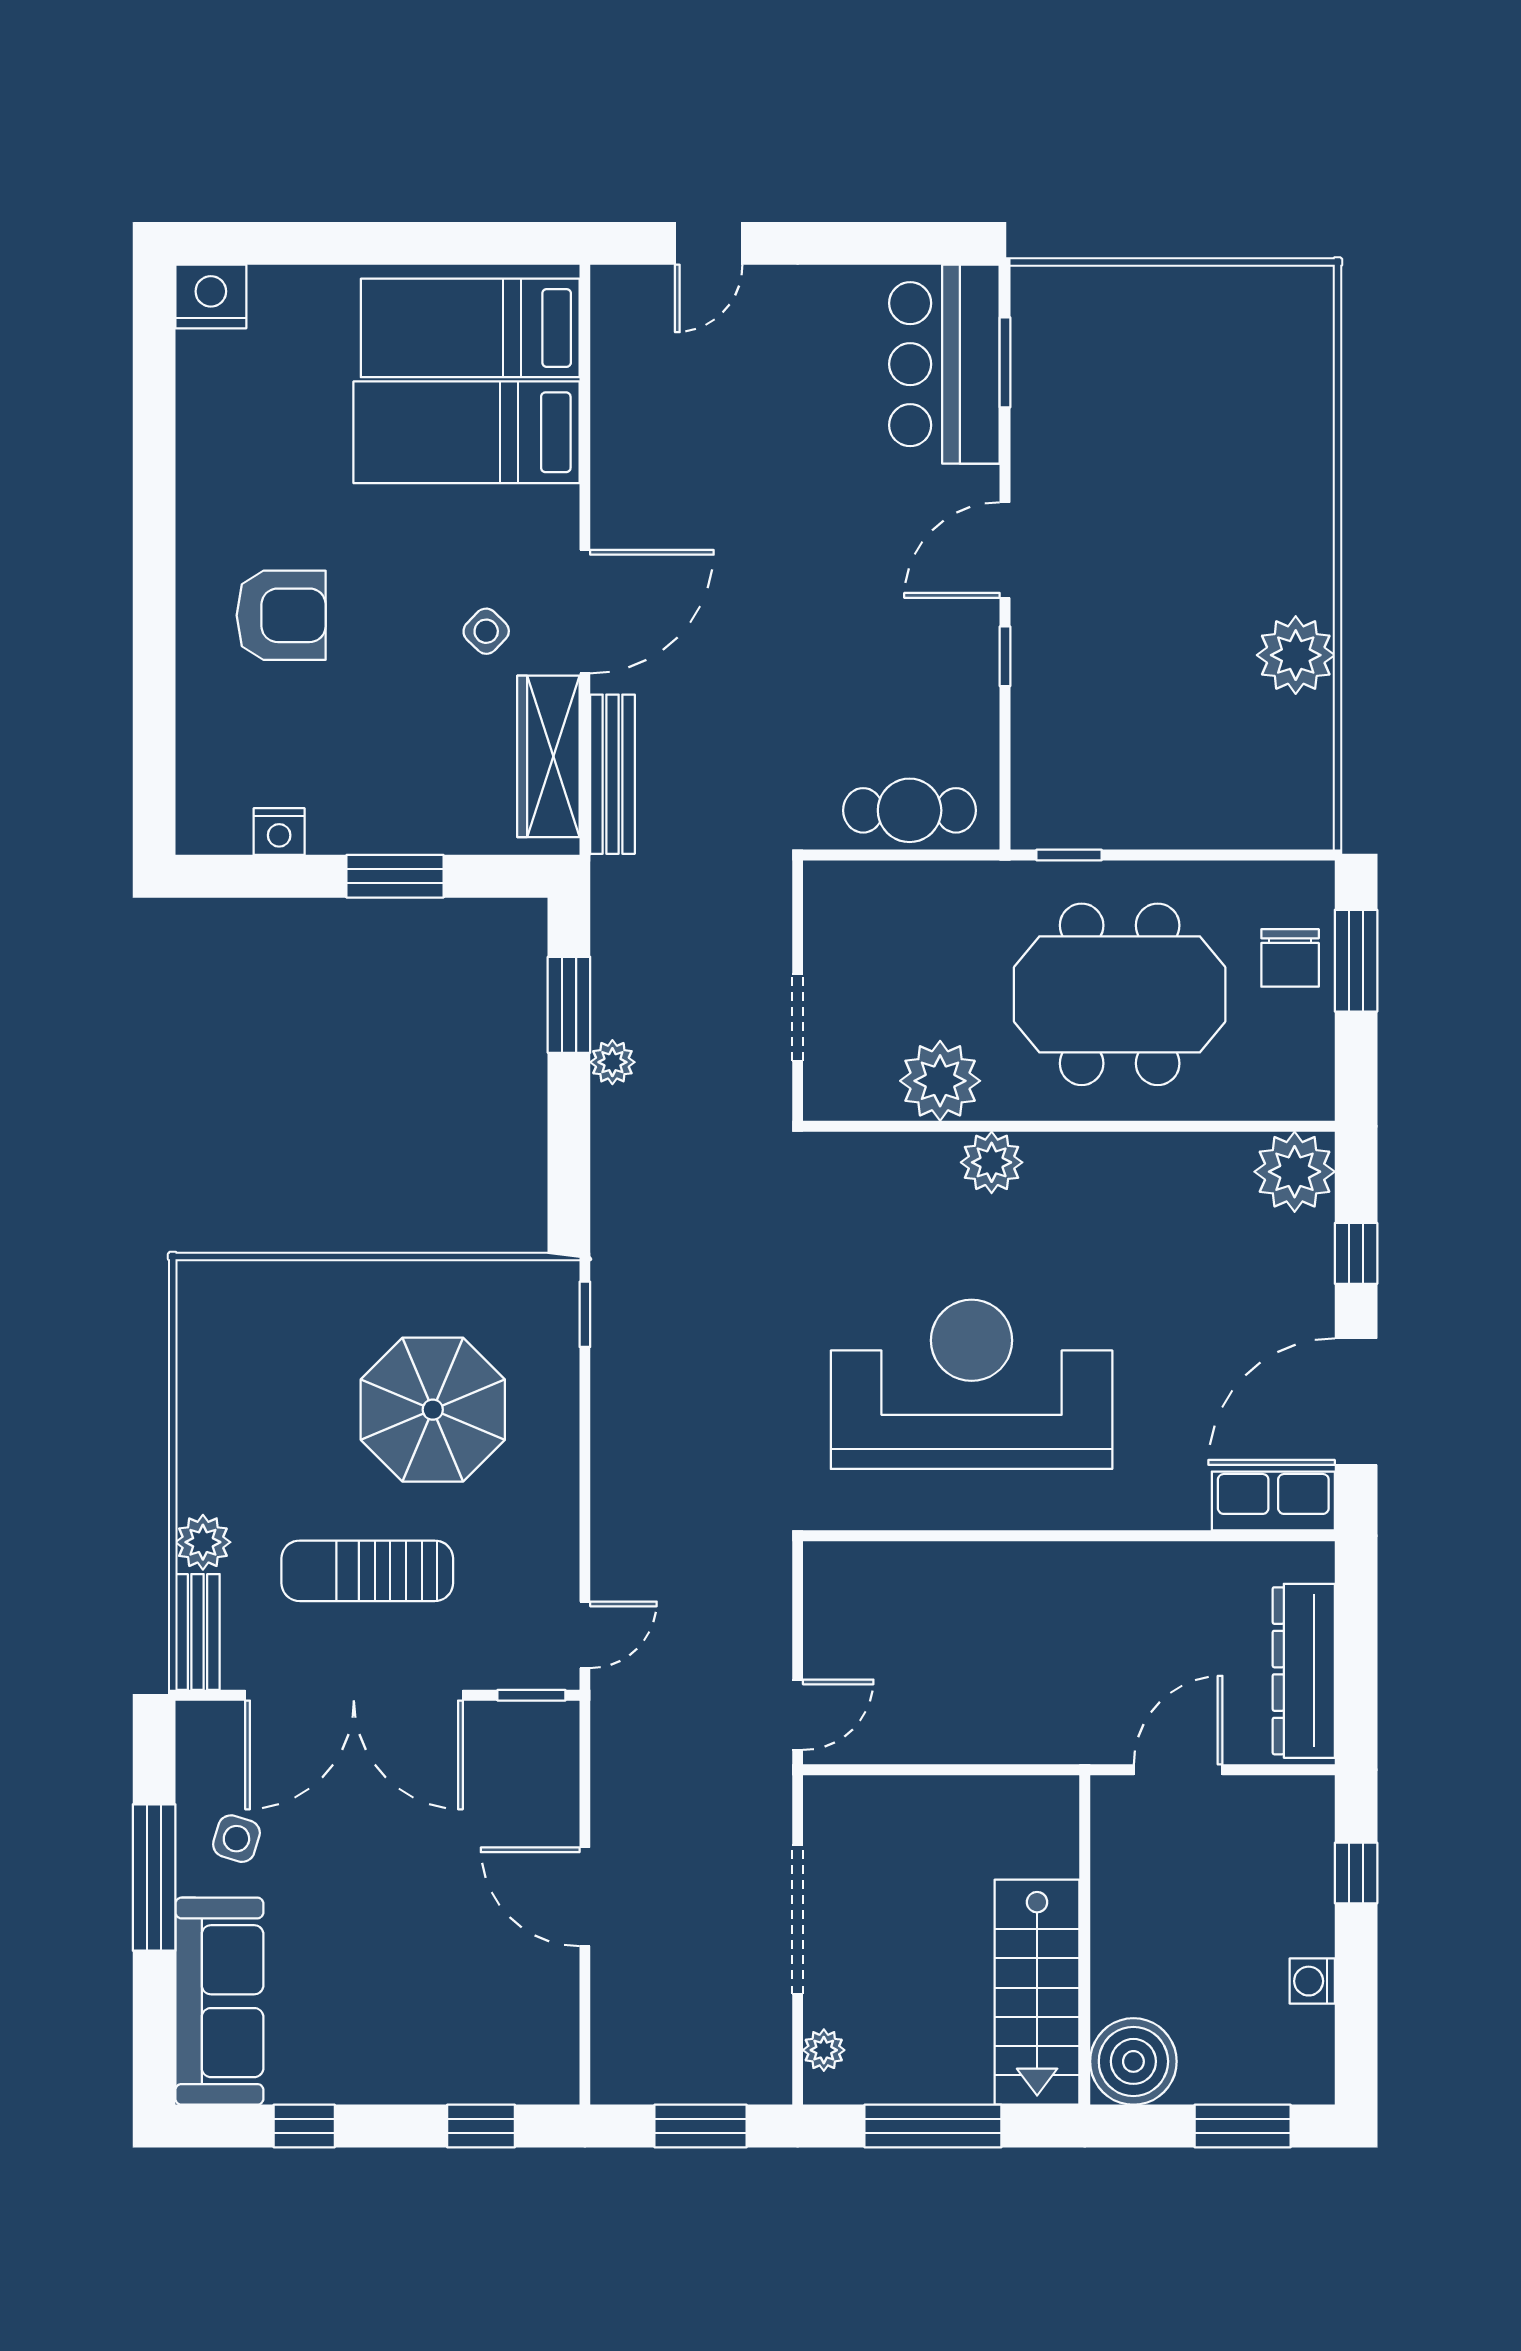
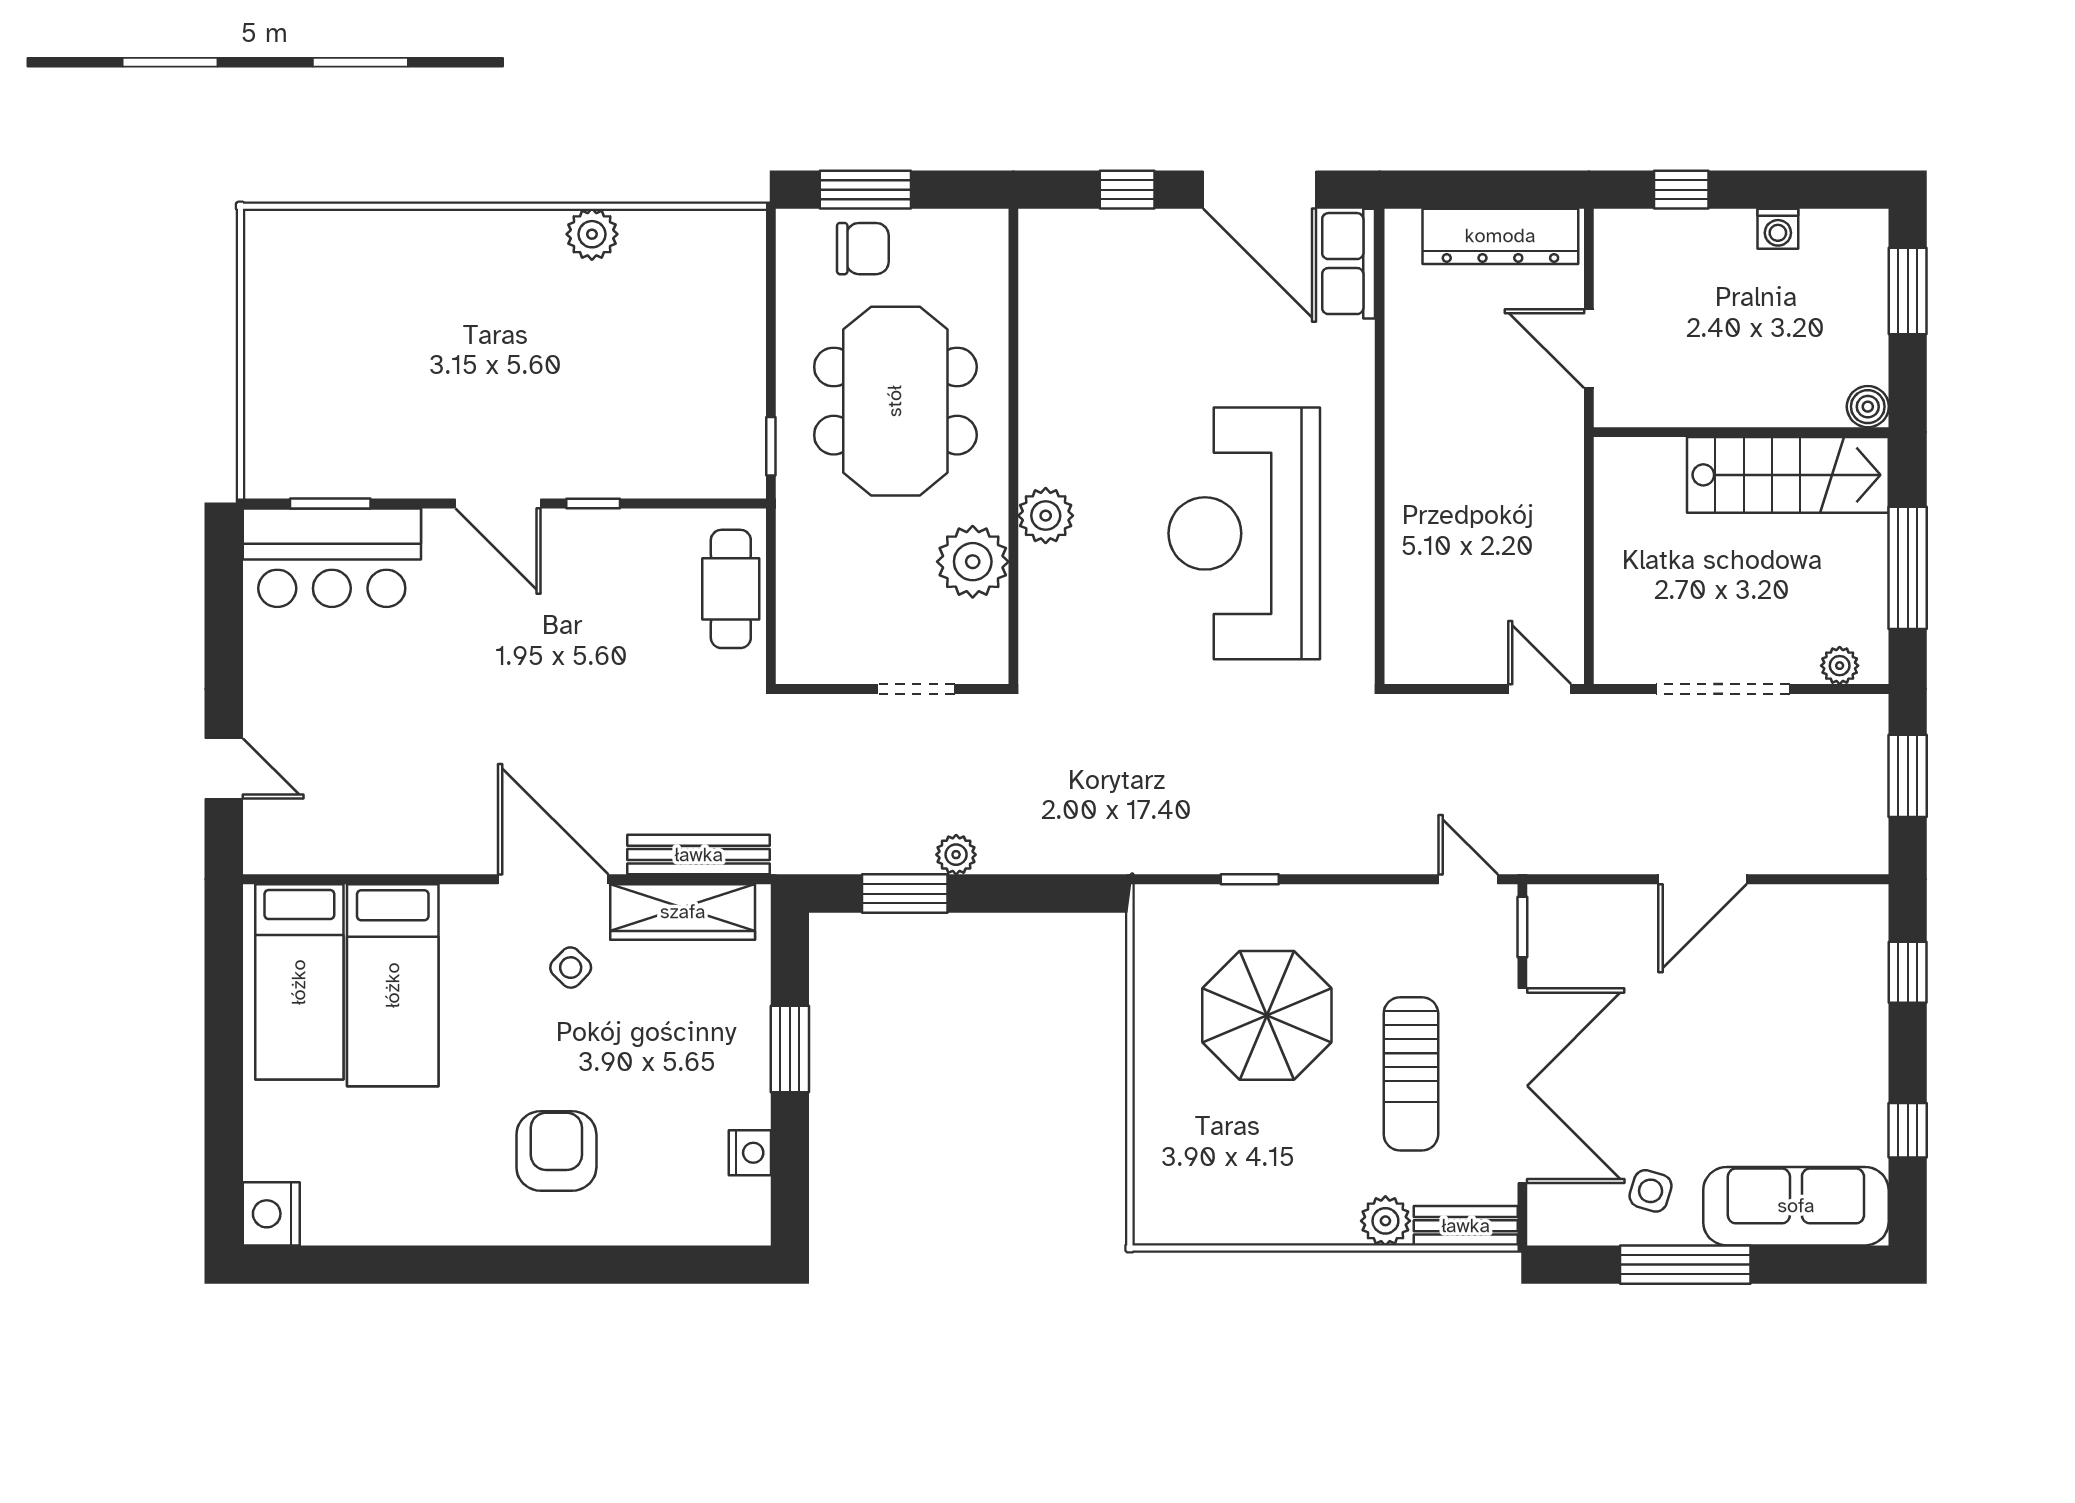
plant: (1296, 655) -> (592, 234), width x0.73, depth x0.73
plant: (1295, 1172) -> (1054, 245), removed
window: (585, 1314) -> (1250, 879), moved
boiler: (1133, 2061) -> (1868, 407), width x0.54, depth x0.54

